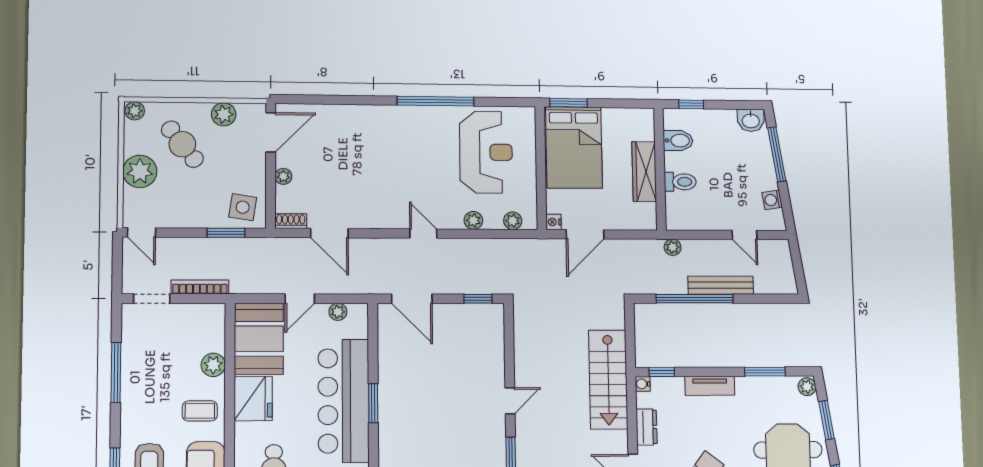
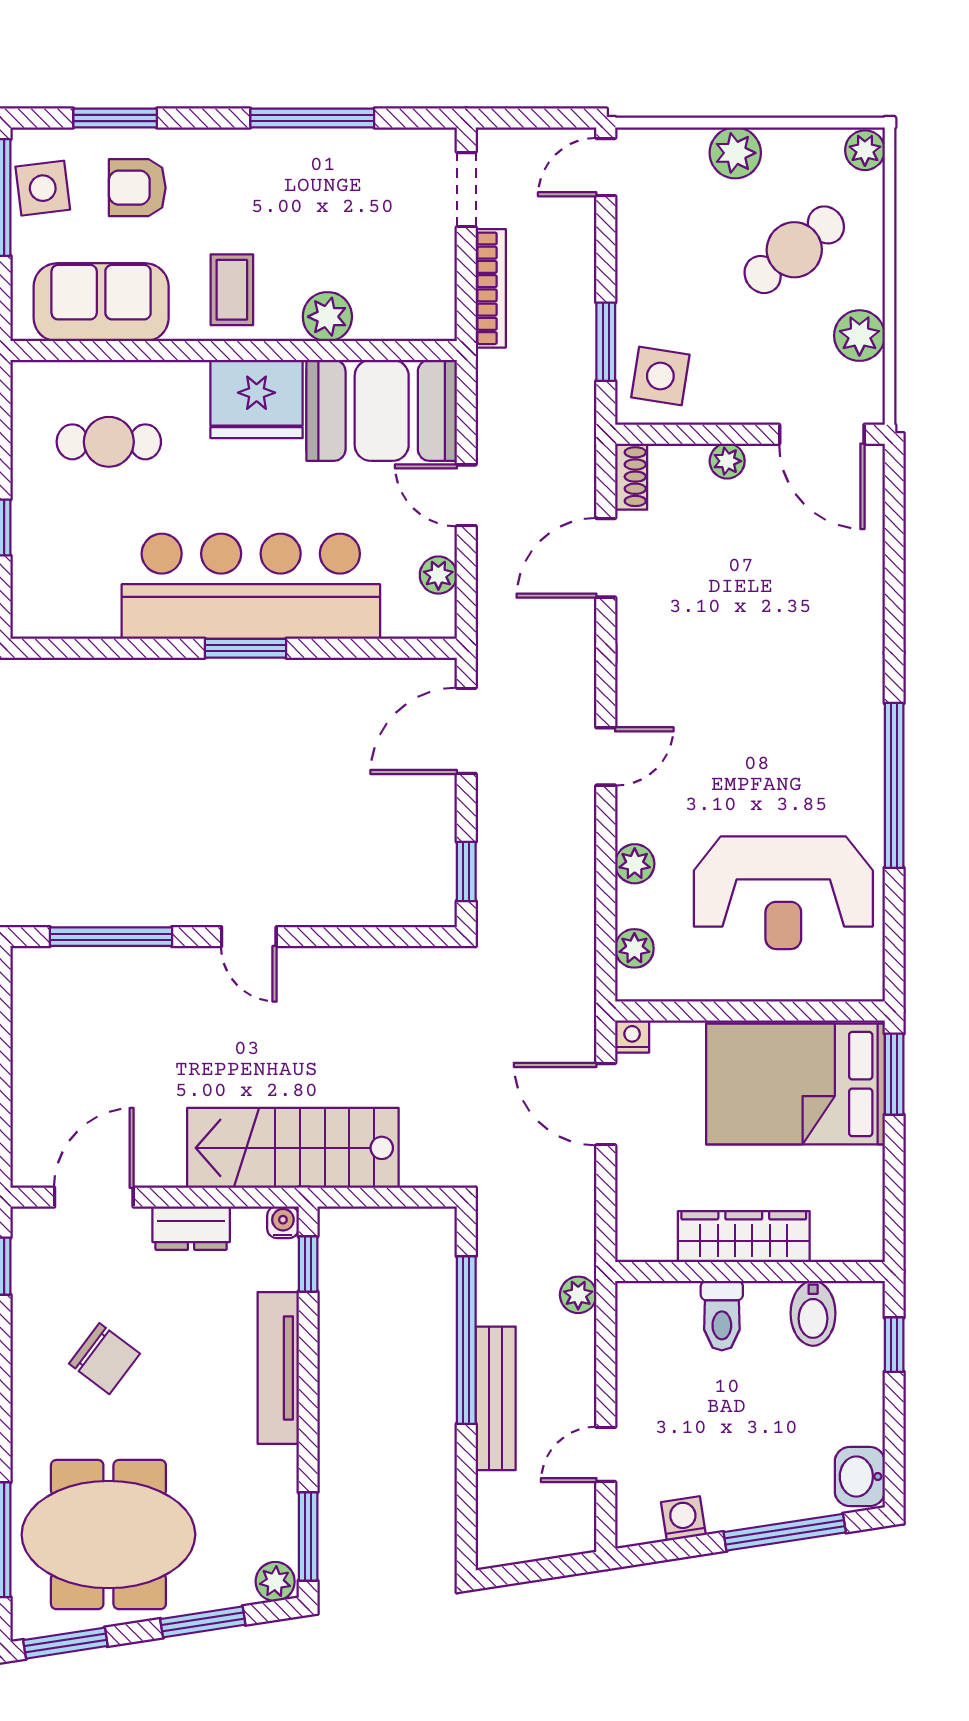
plant: (140, 171) -> (735, 153), width x0.73, depth x0.73
window: (765, 372) -> (308, 1537), moved
tv unit: (710, 386) -> (278, 1368), width x1.41

